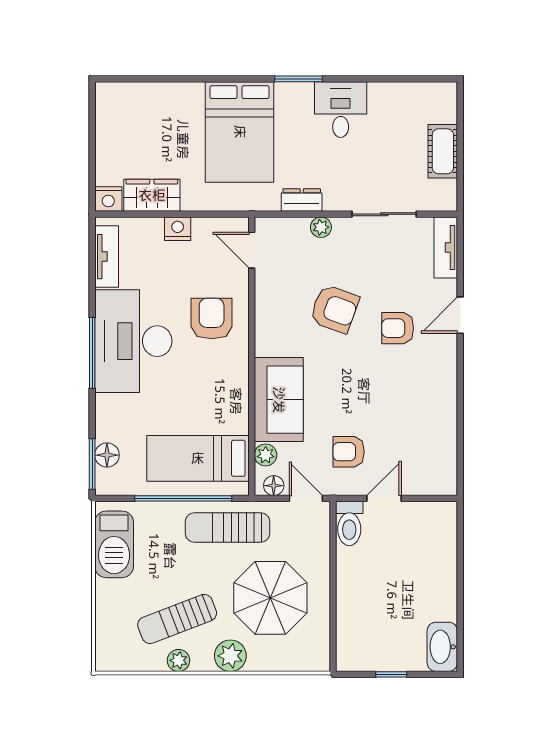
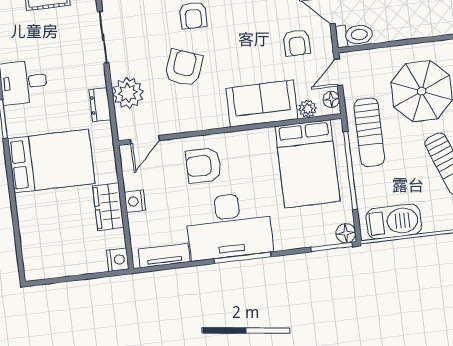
wardrobe: (152, 195) -> (108, 207), moved
plant: (321, 227) -> (128, 93), width x1.88, depth x1.88
floor lamp: (107, 455) -> (346, 233), moved
bed: (198, 458) -> (308, 164), width x1.50

